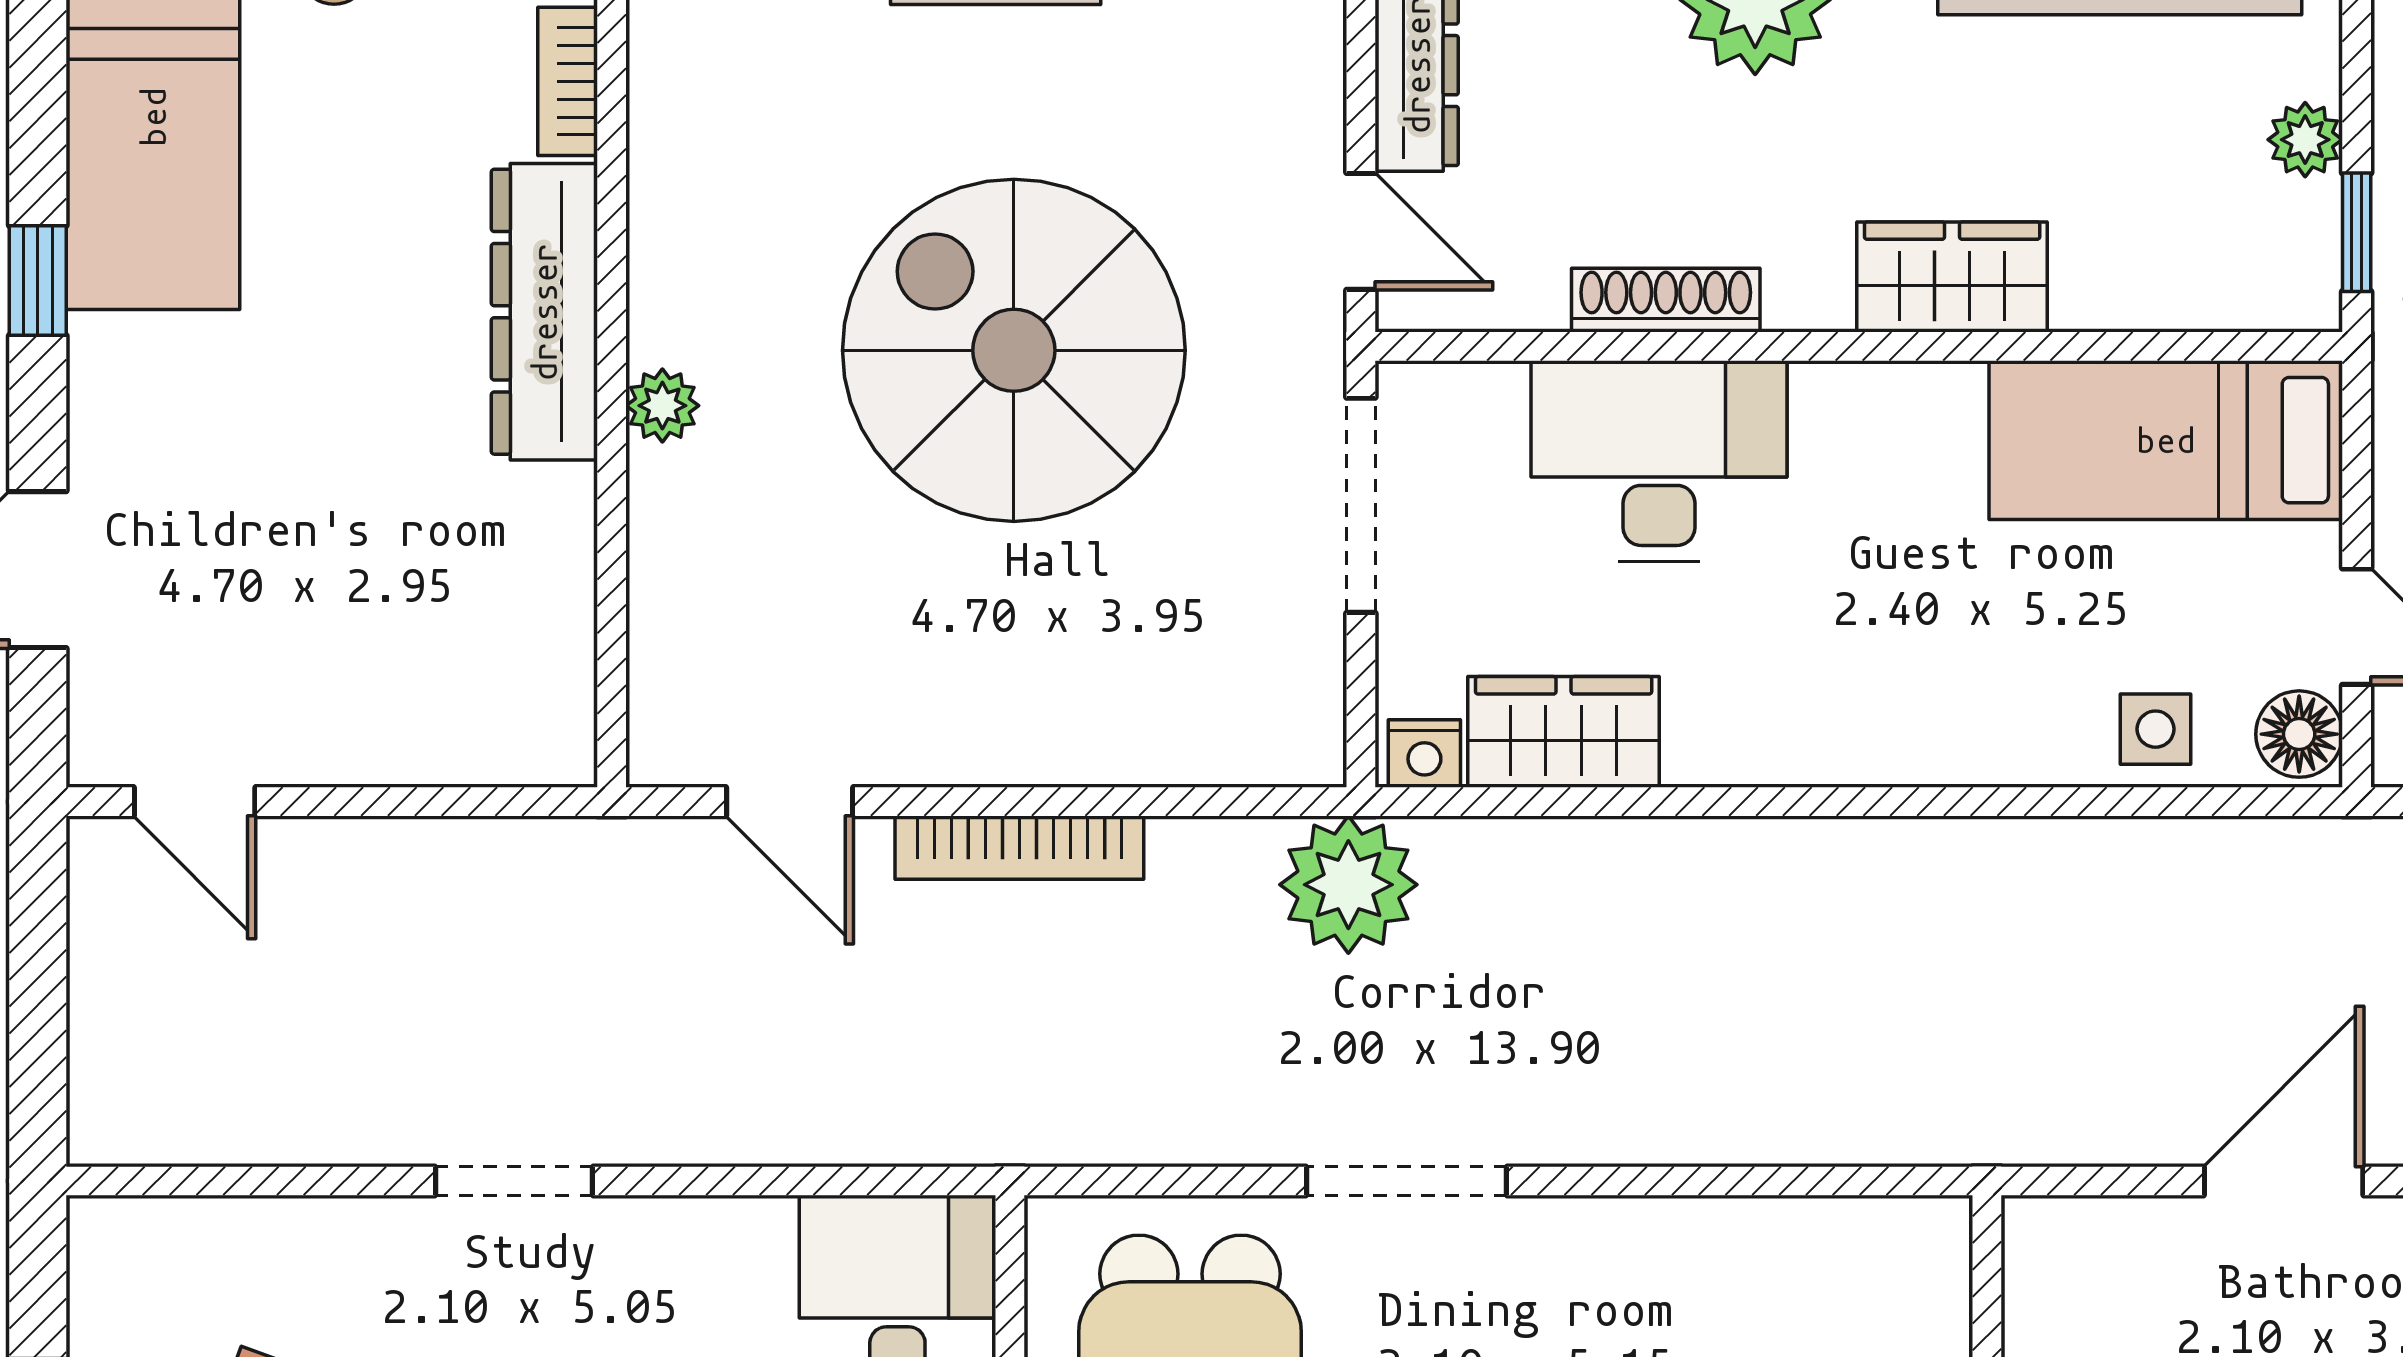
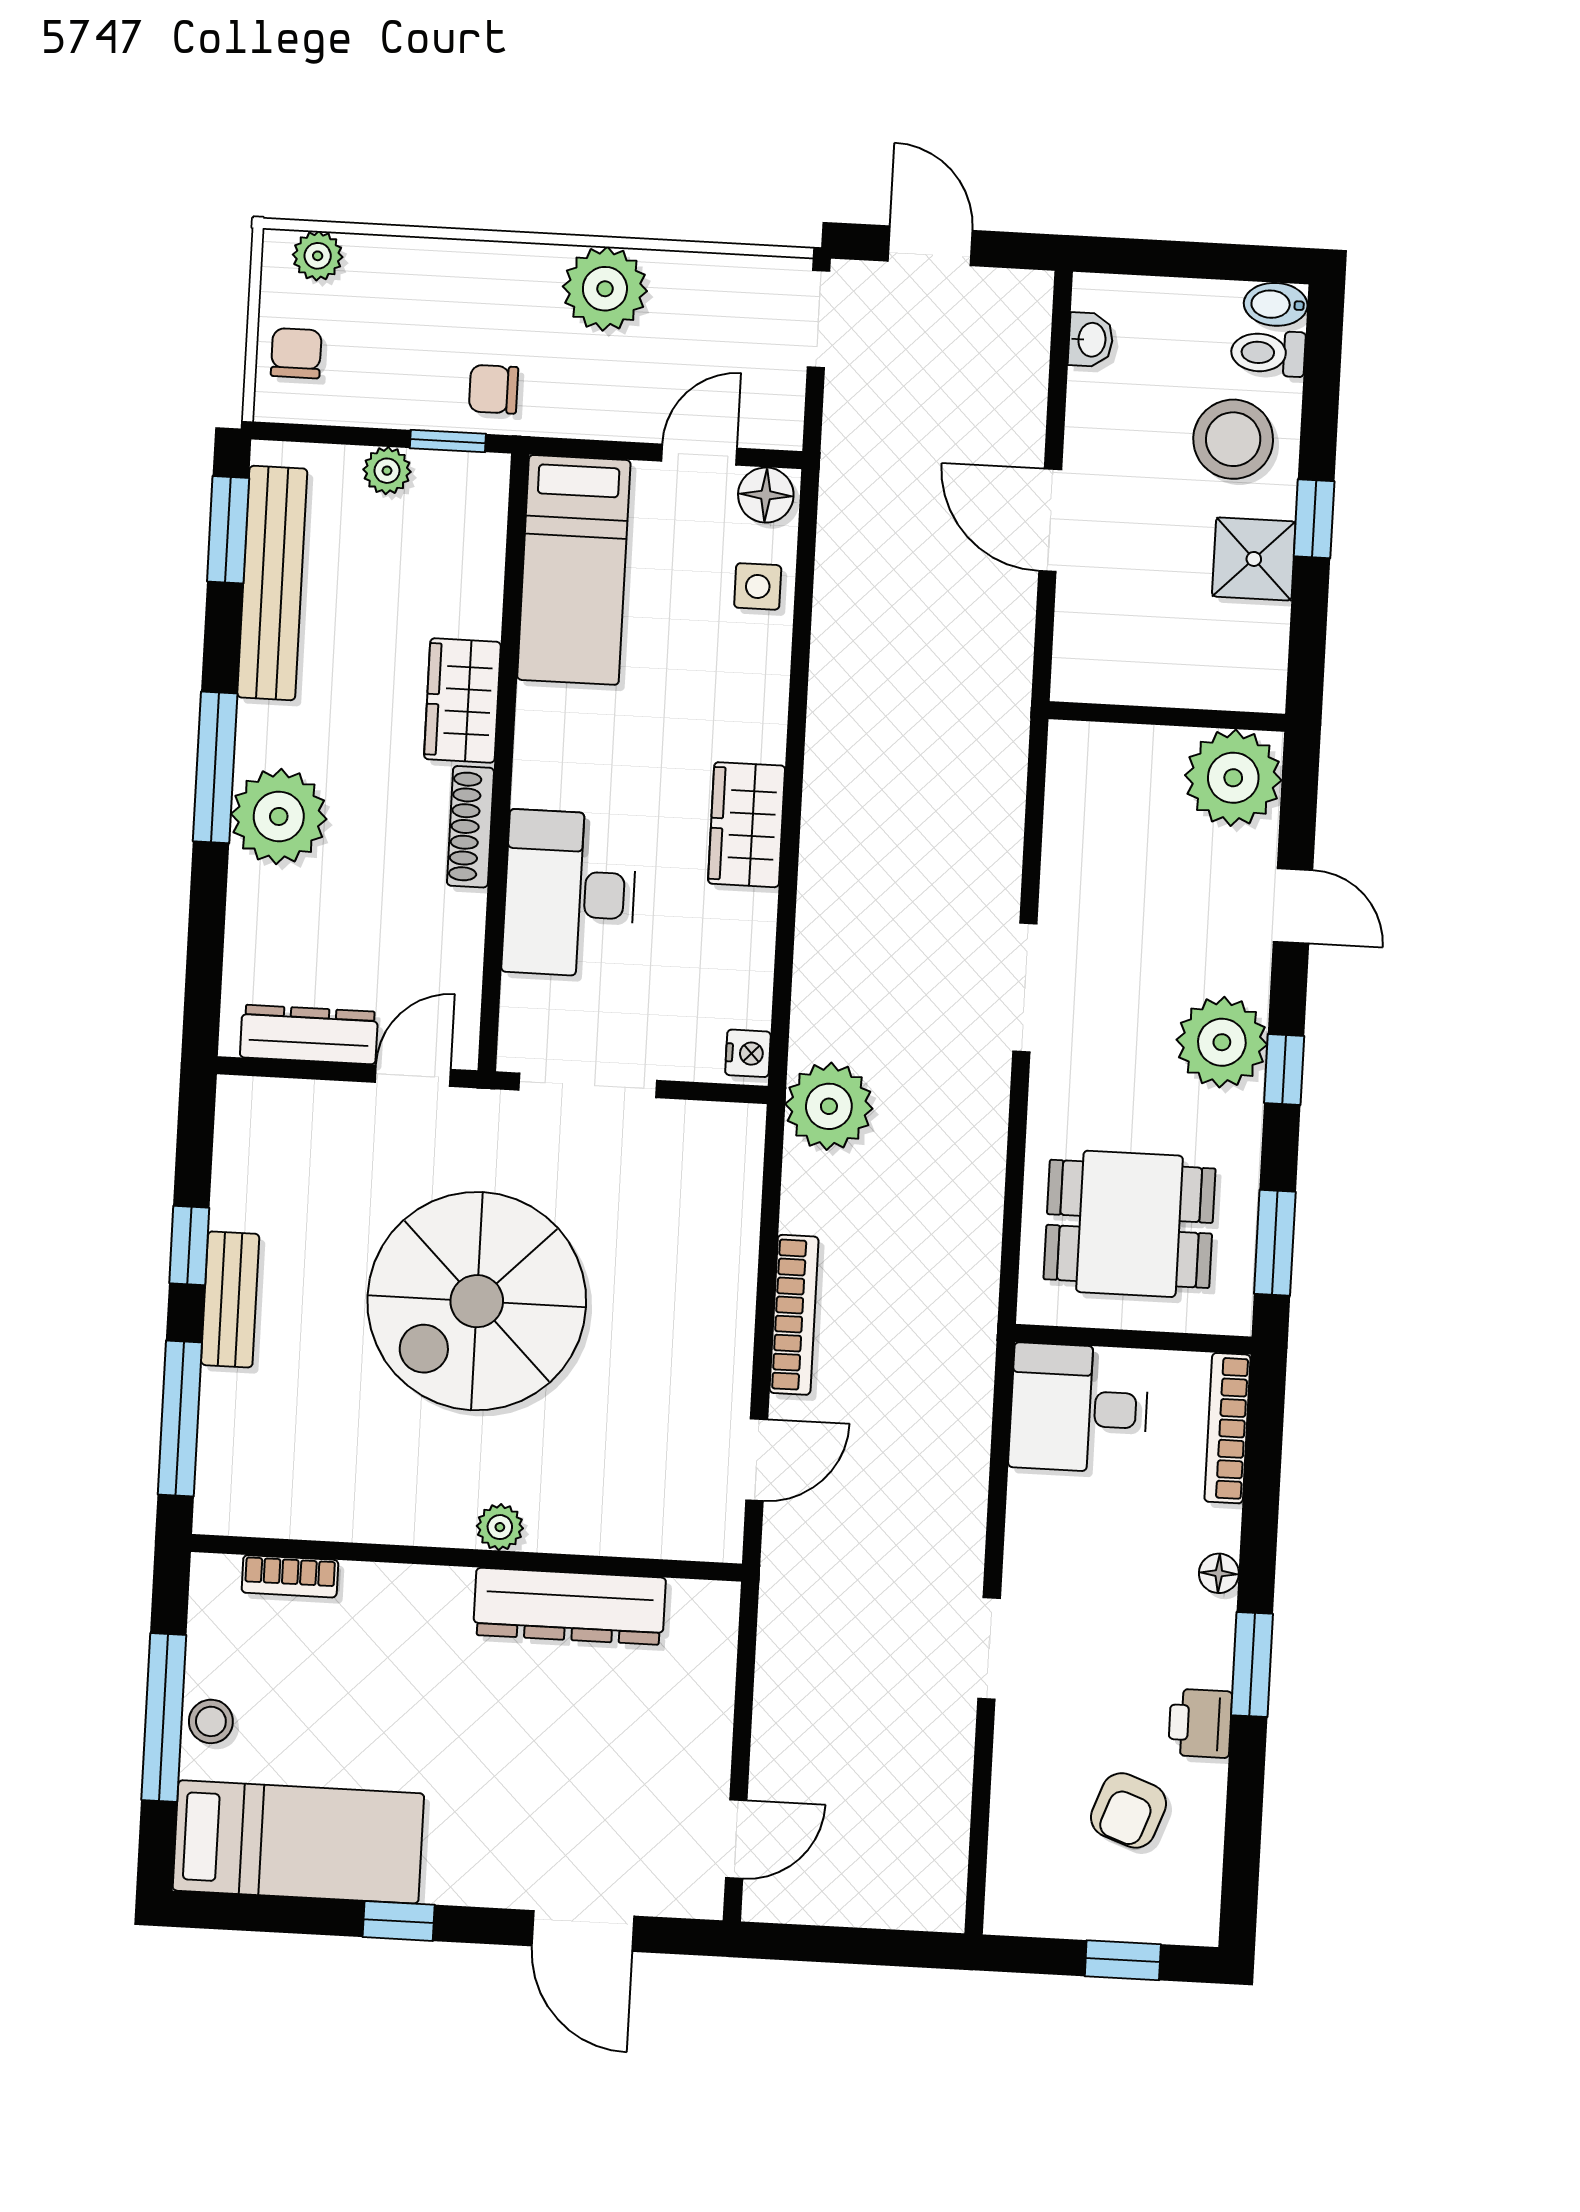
shoe rack: (1666, 300) -> (470, 827), moved
dresser: (544, 312) -> (569, 1606), moved
wardrobe: (1564, 732) -> (747, 825), moved
doorway: (1407, 1181) -> (1025, 987), moved

